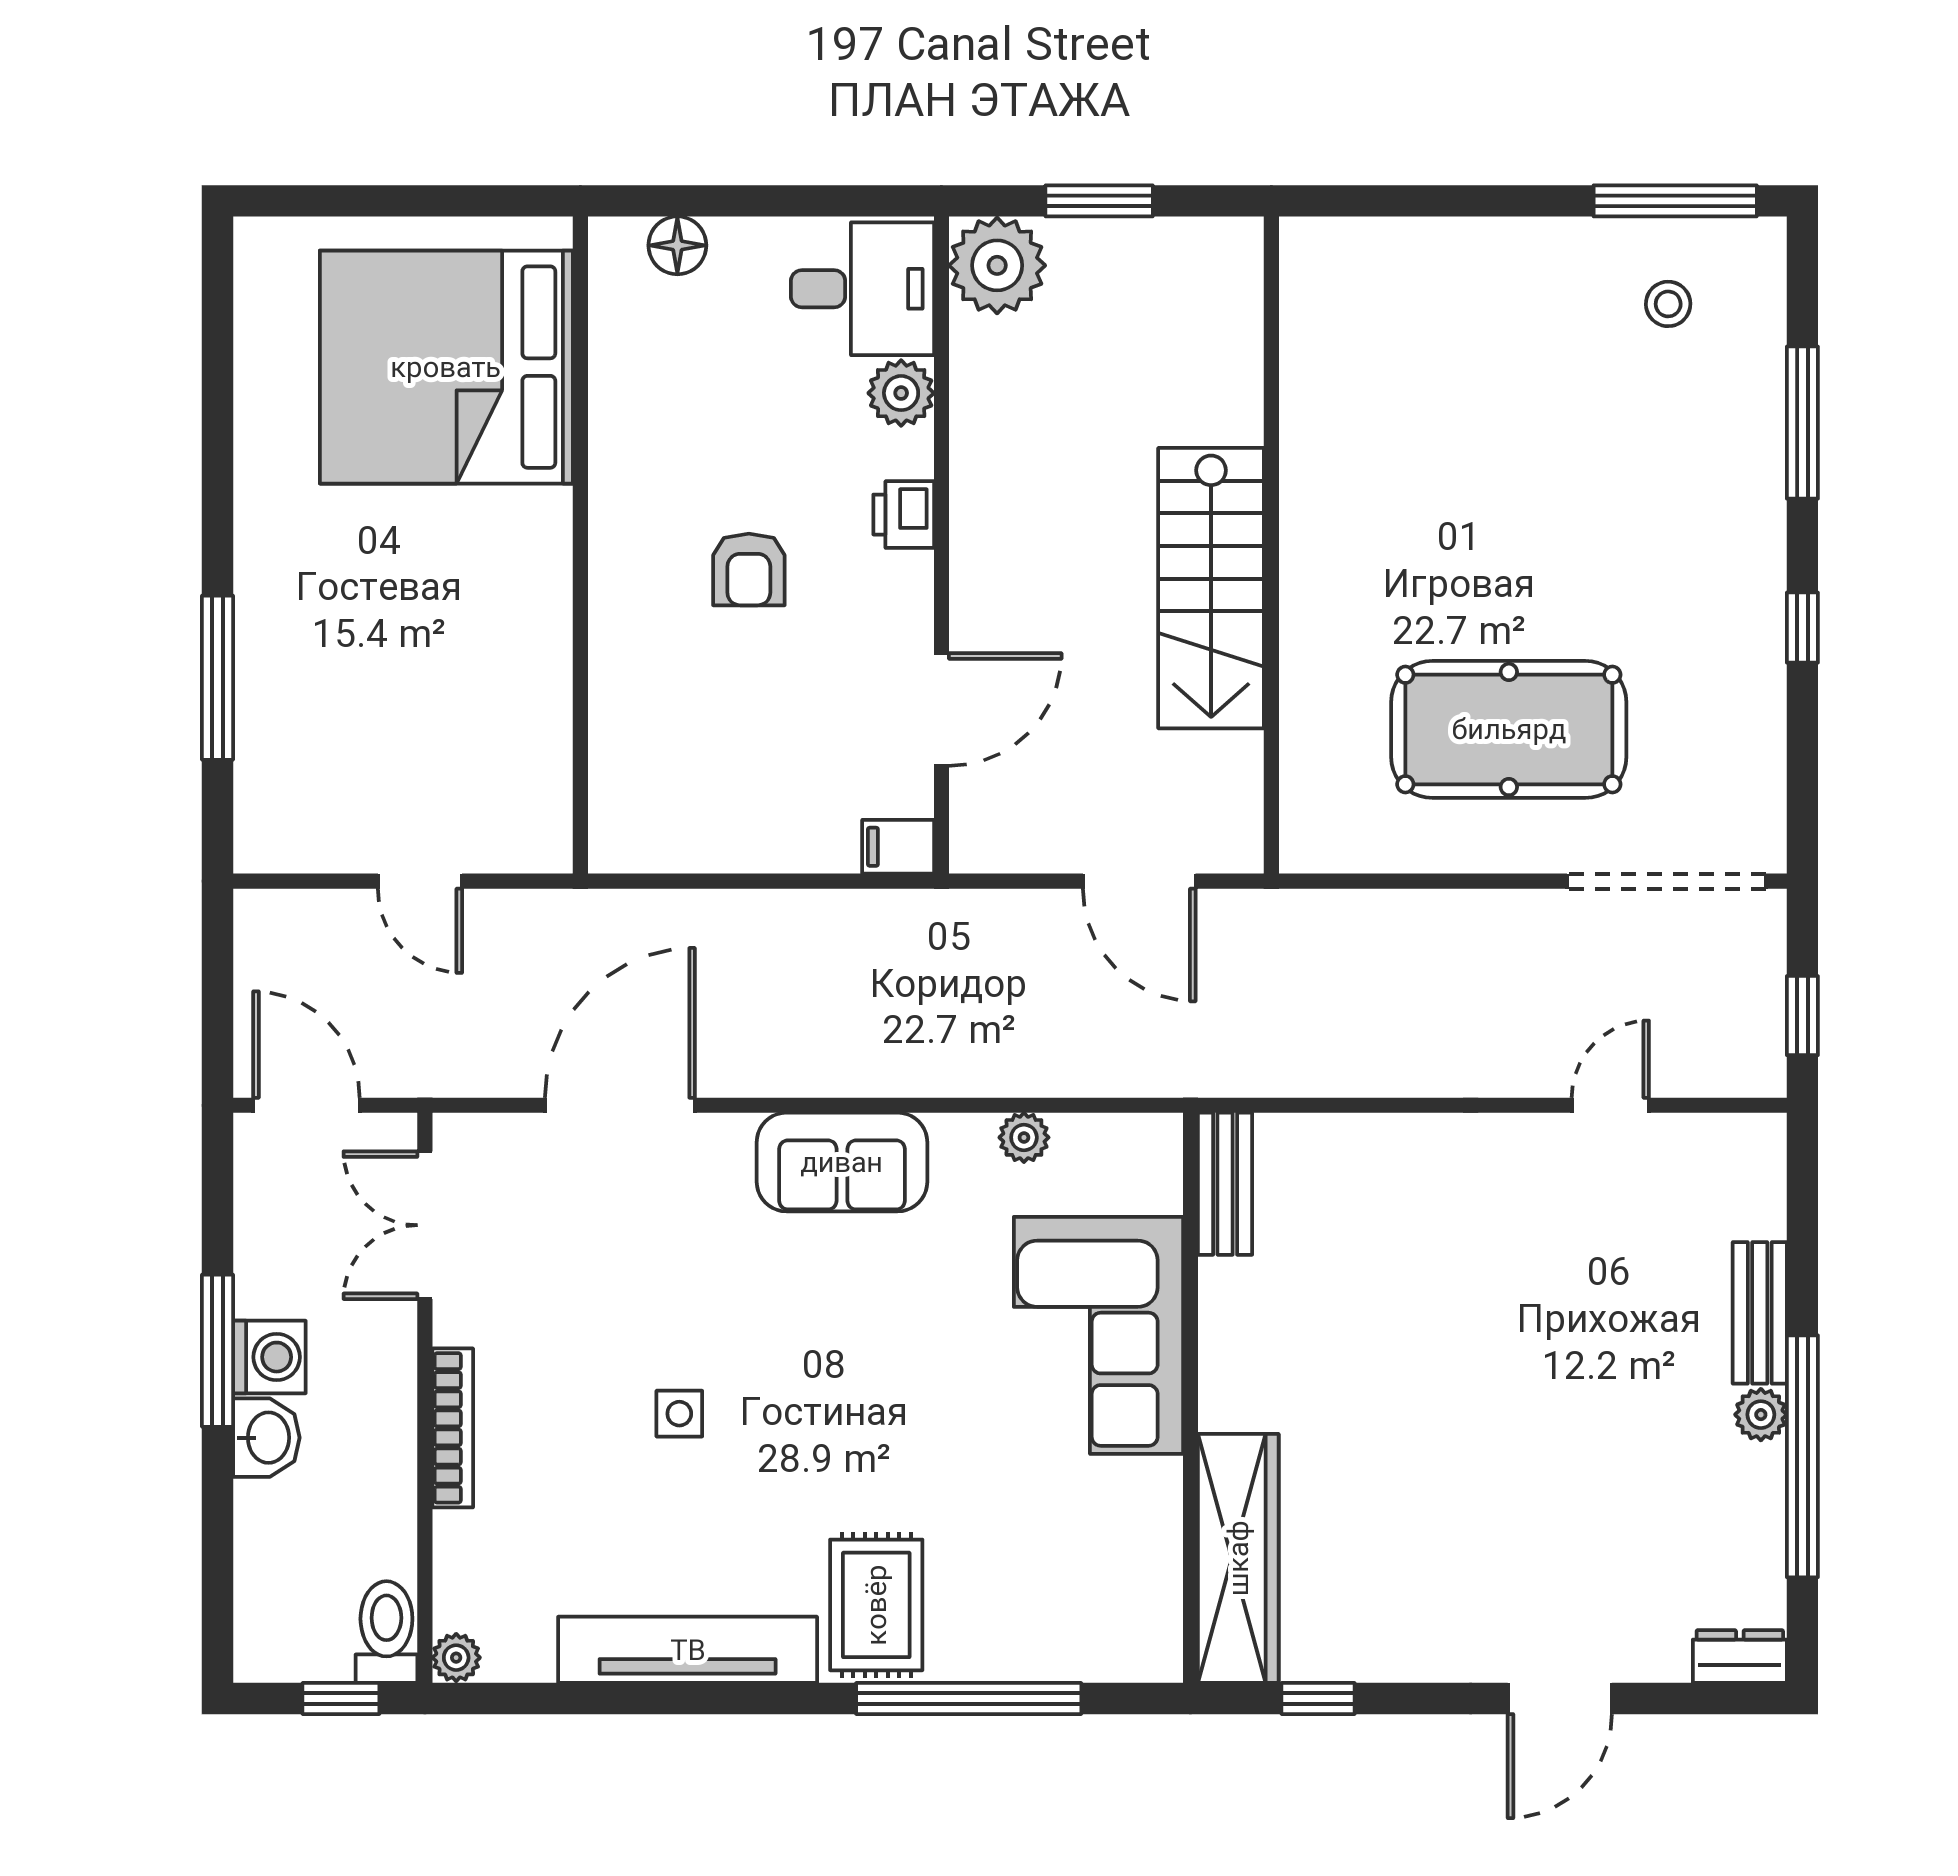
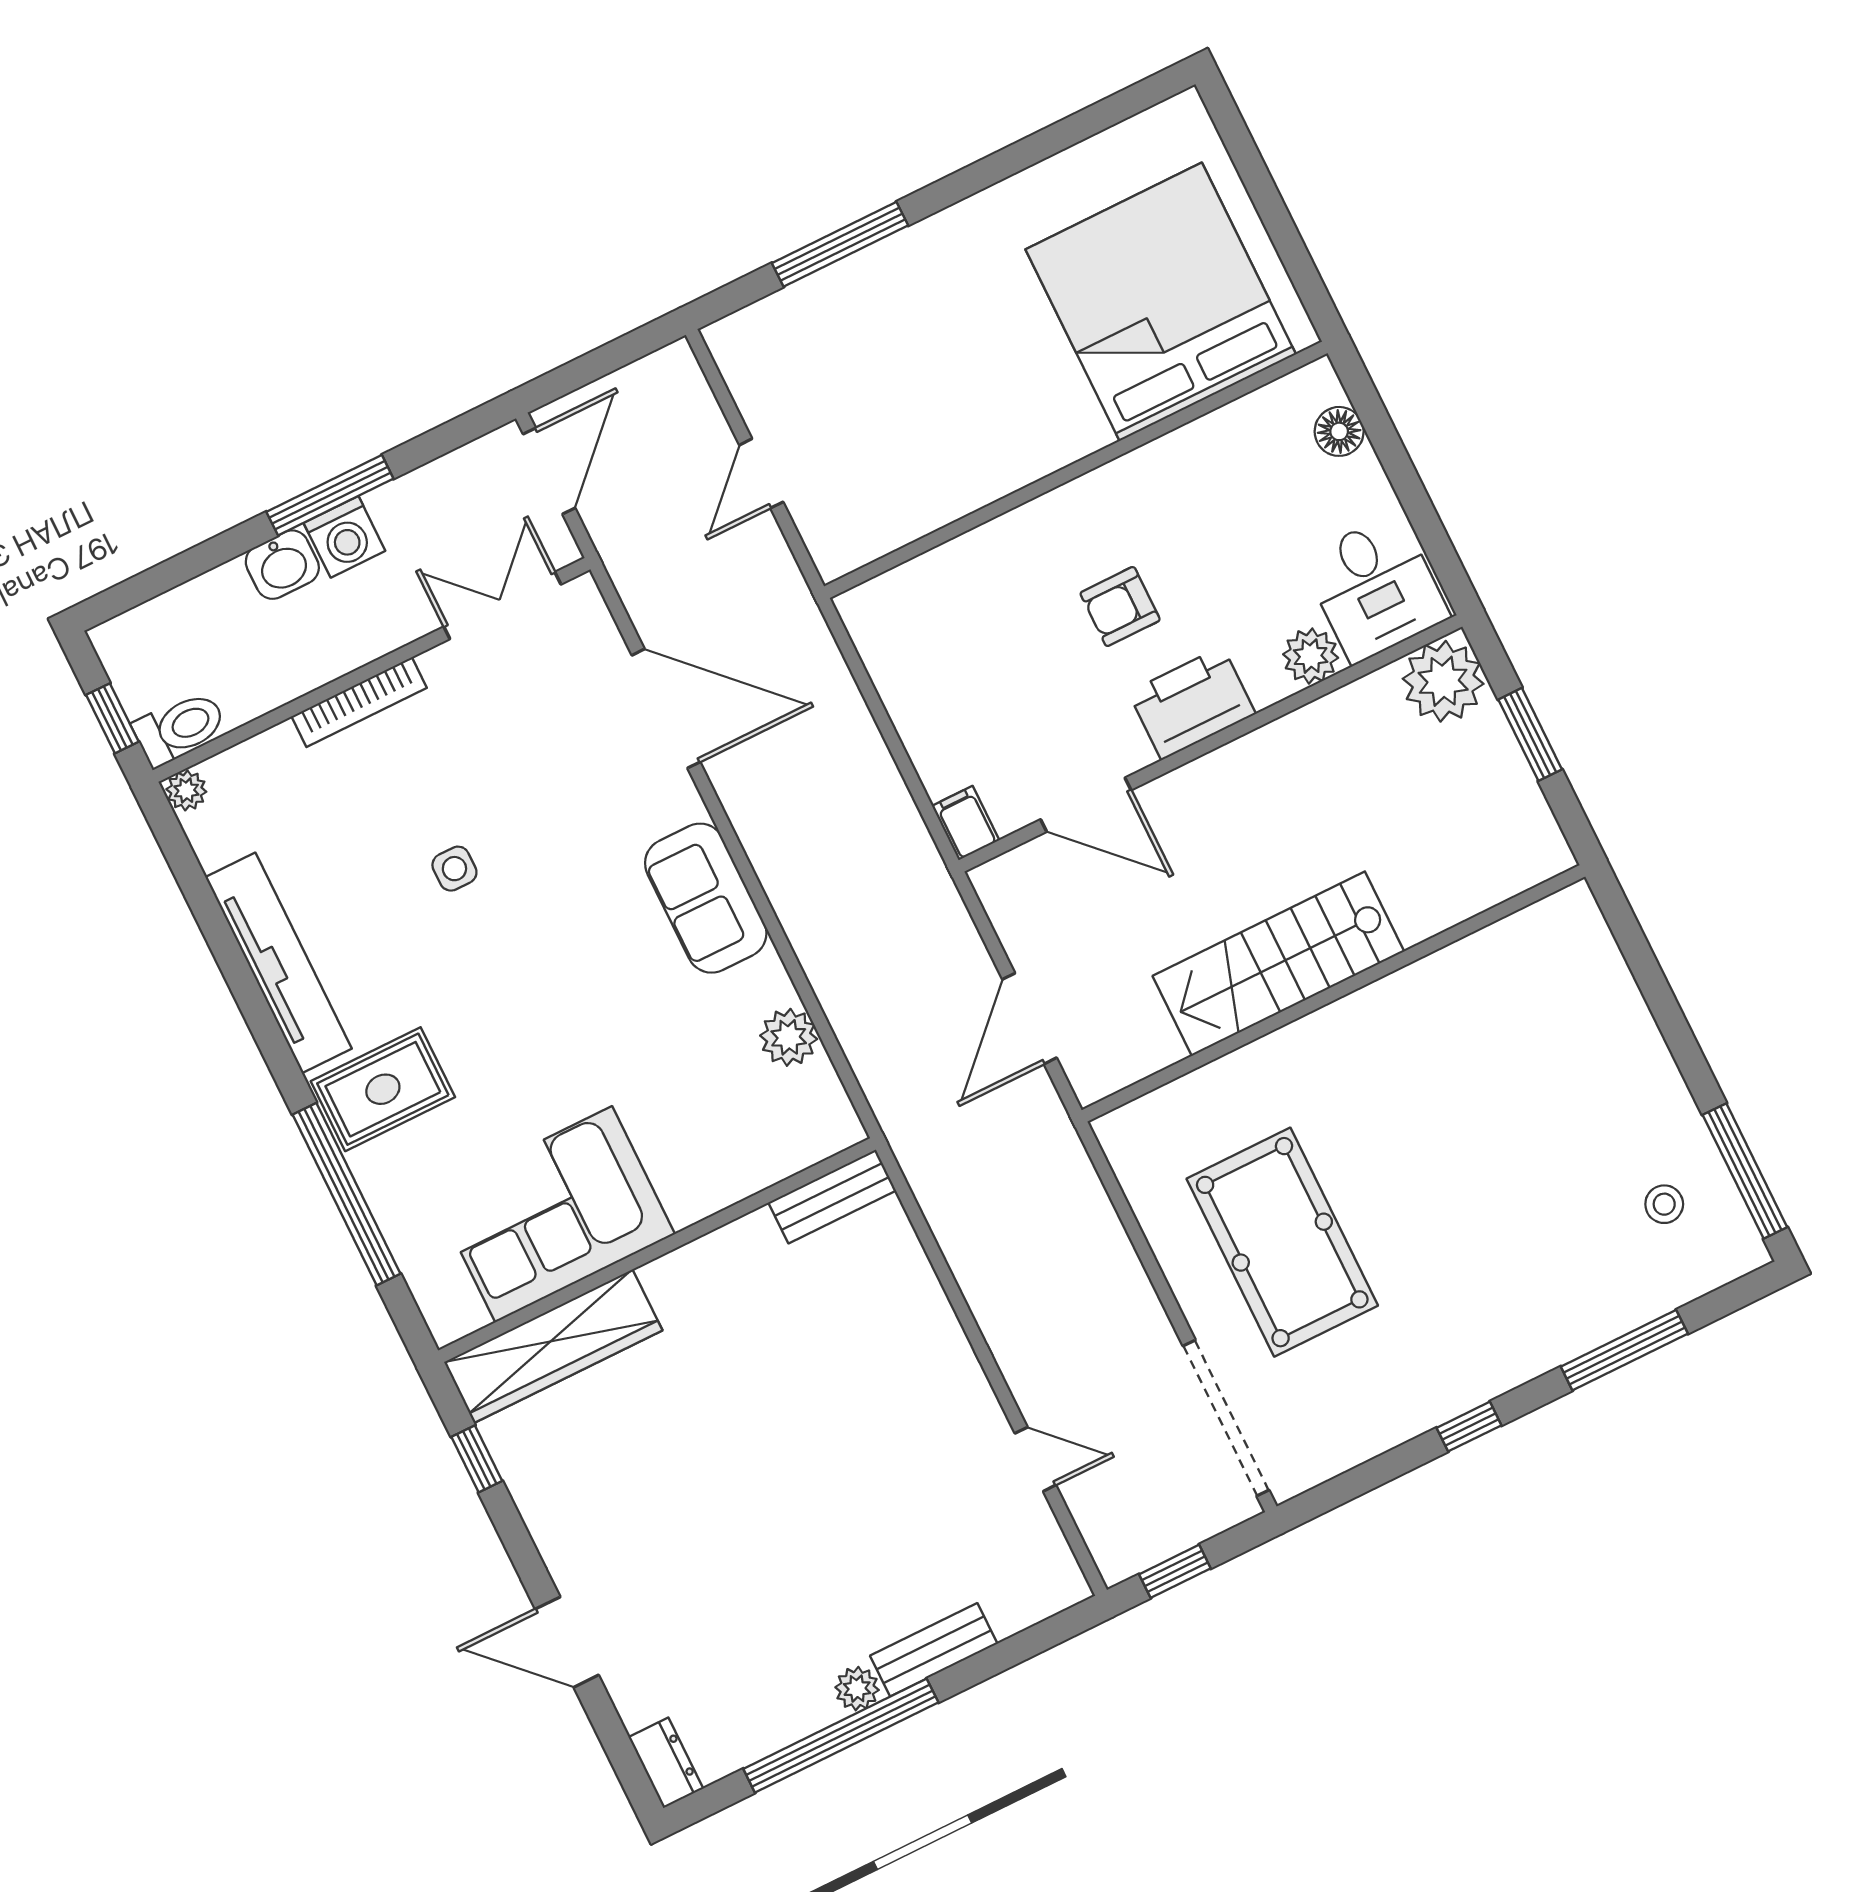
printer: (904, 515) -> (1192, 703), width x1.87, depth x1.48
plant: (1024, 1137) -> (789, 1037), width x1.38, depth x1.38
corner sofa: (1098, 1335) -> (554, 1214), moved

